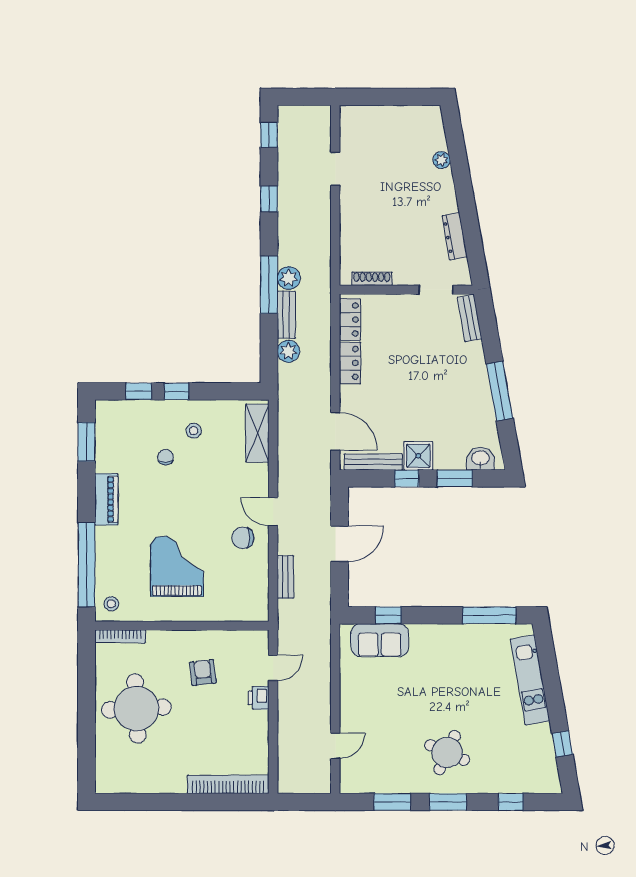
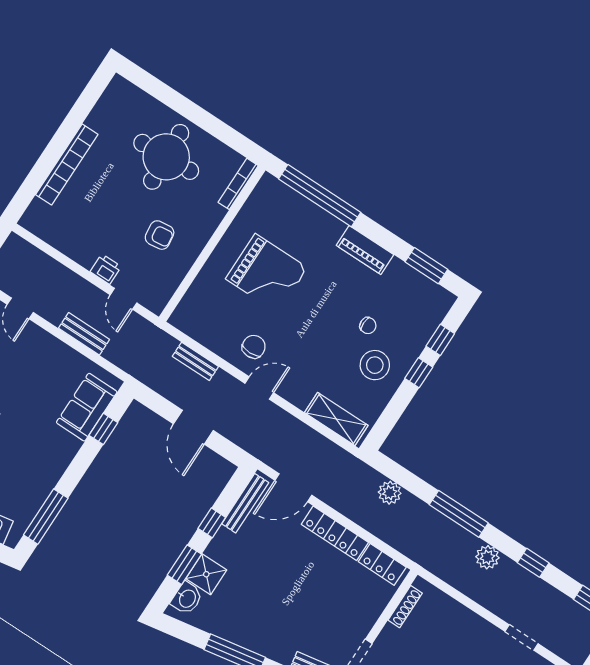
plant: (289, 278) -> (487, 557), moved
bench: (286, 315) -> (84, 334), moved
locker: (350, 363) -> (335, 533), width x1.53
stool: (194, 431) -> (375, 365), width x1.89, depth x1.89
shower: (418, 456) -> (206, 574), moved
stool: (111, 604) -> (271, 195), removed
bookcase: (228, 784) -> (67, 165), moved

